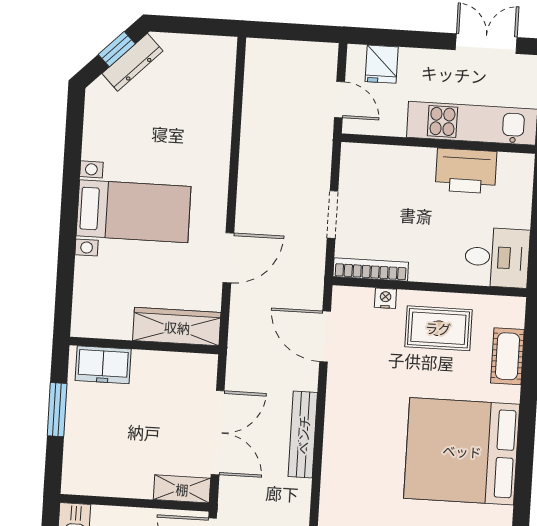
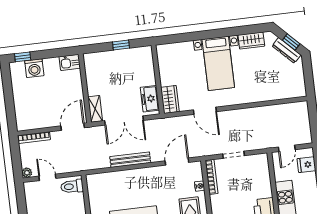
wardrobe: (98, 133) -> (251, 40), added
wardrobe: (177, 327) -> (170, 99), width x0.67
freezer: (103, 365) -> (150, 99), moved
window: (57, 410) -> (121, 45), width x0.67

